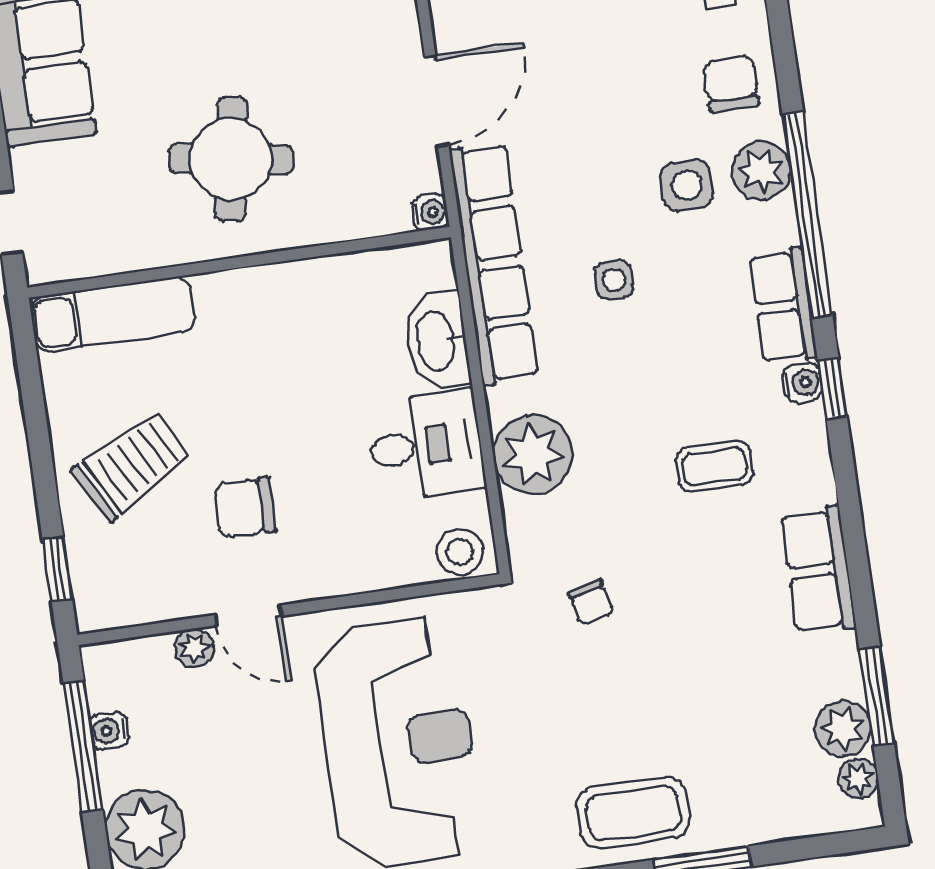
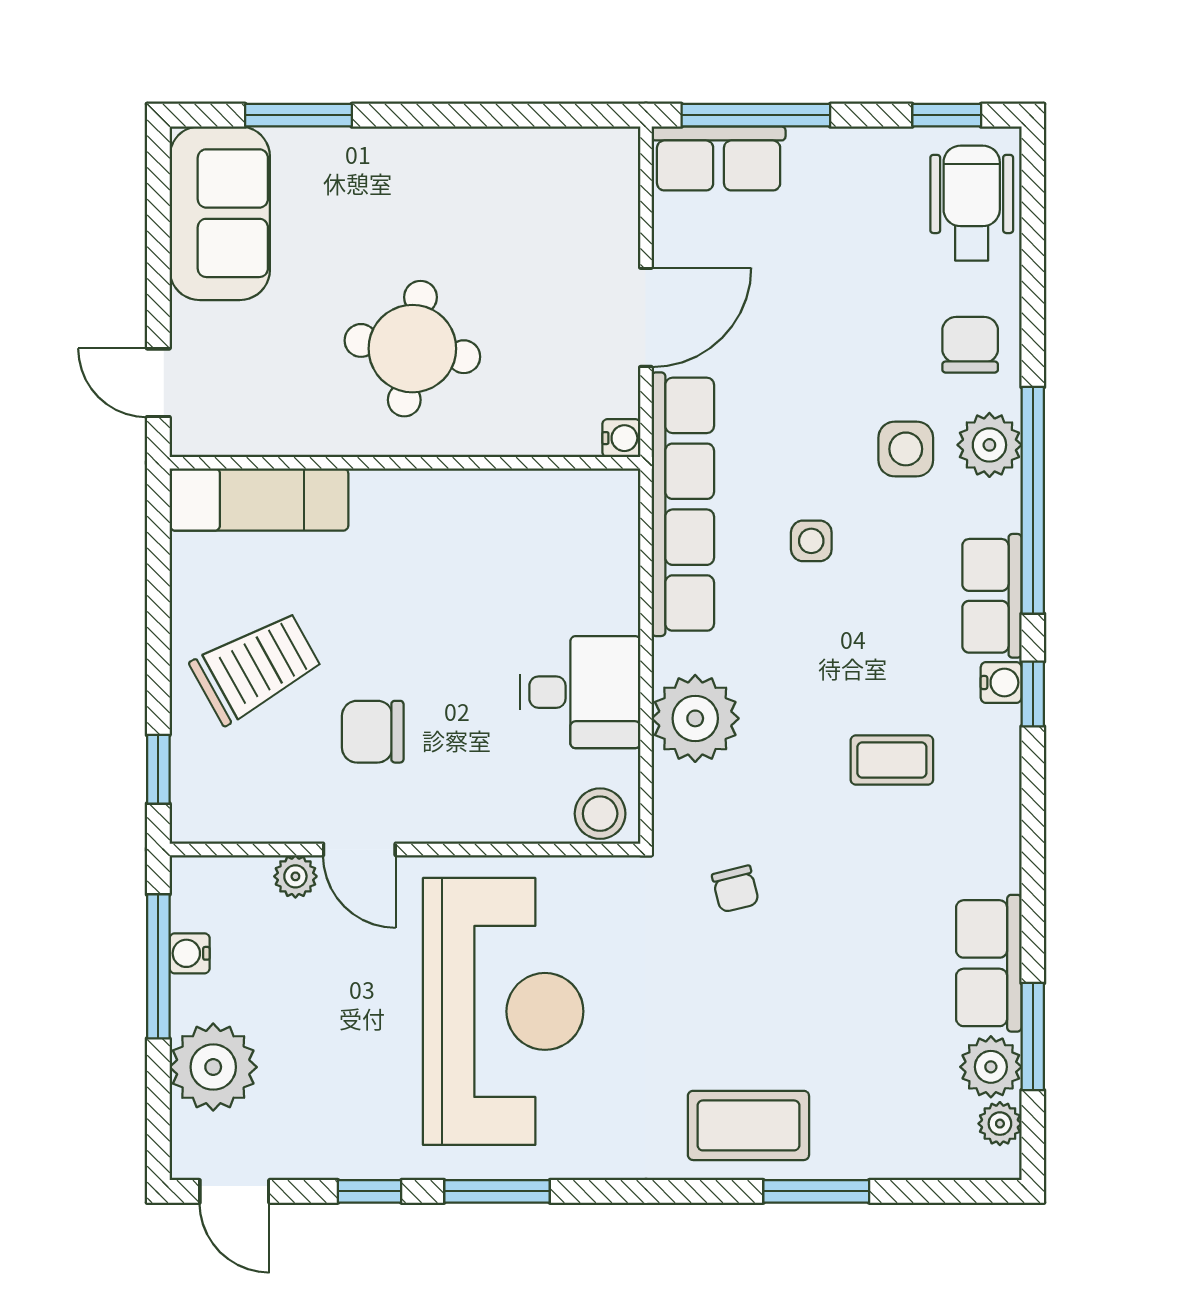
washbasin: (437, 341) -> (609, 580), removed
row of seats: (818, 570) -> (989, 963), moved

